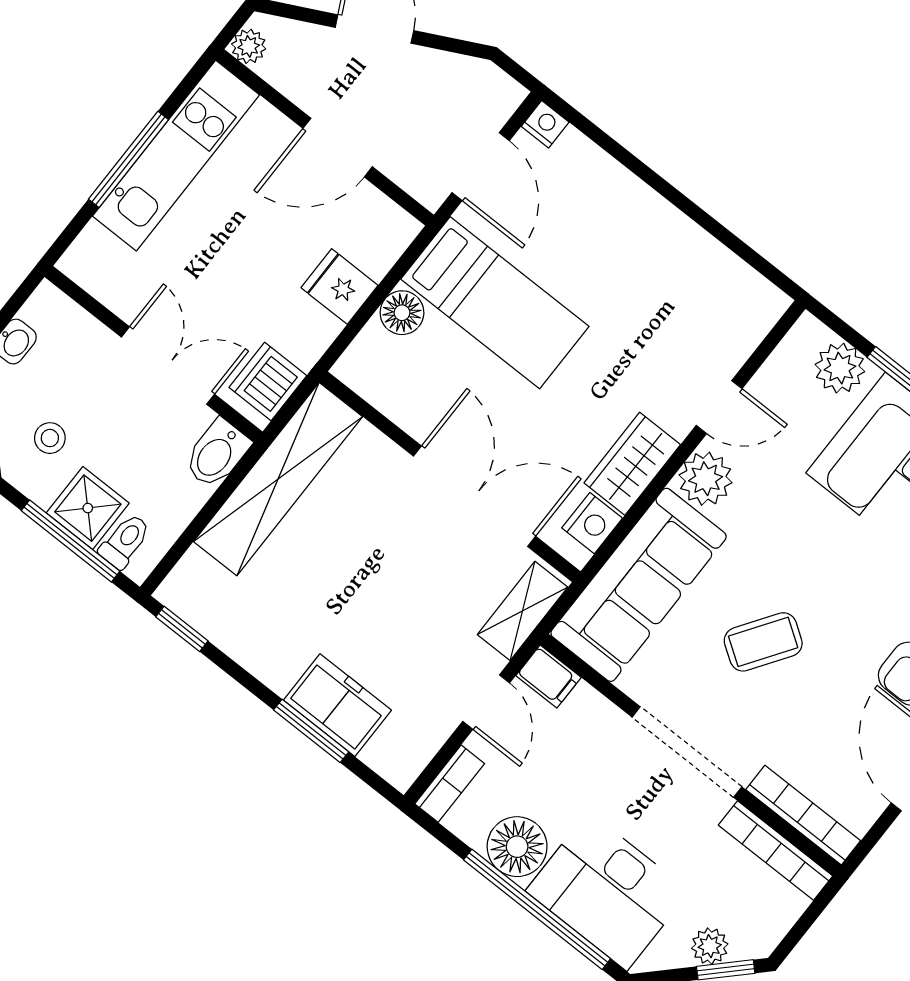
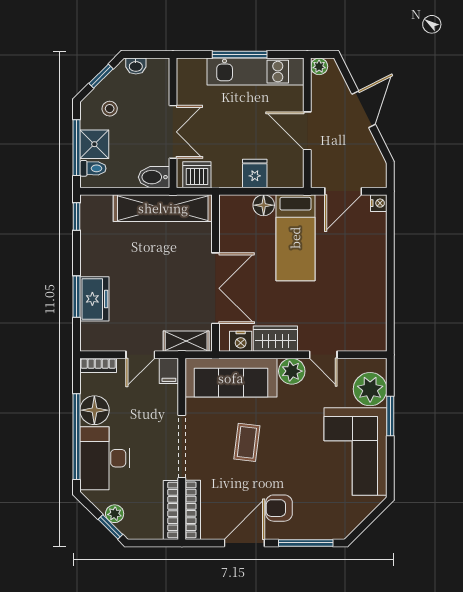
plant: (840, 368) -> (370, 389), width x1.36, depth x1.36
coffee table: (763, 642) -> (247, 442), turned 63

